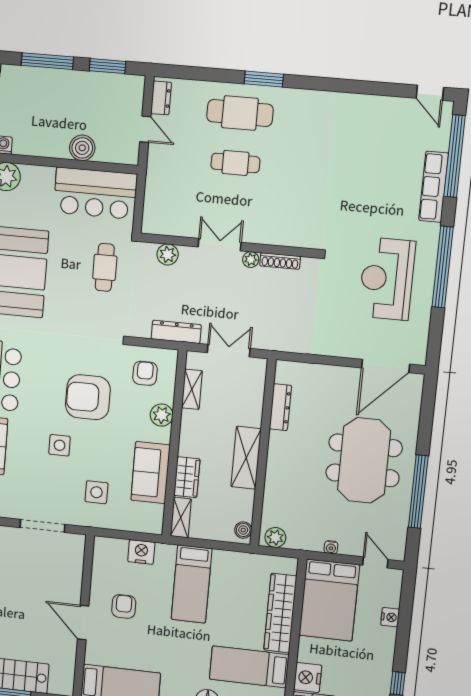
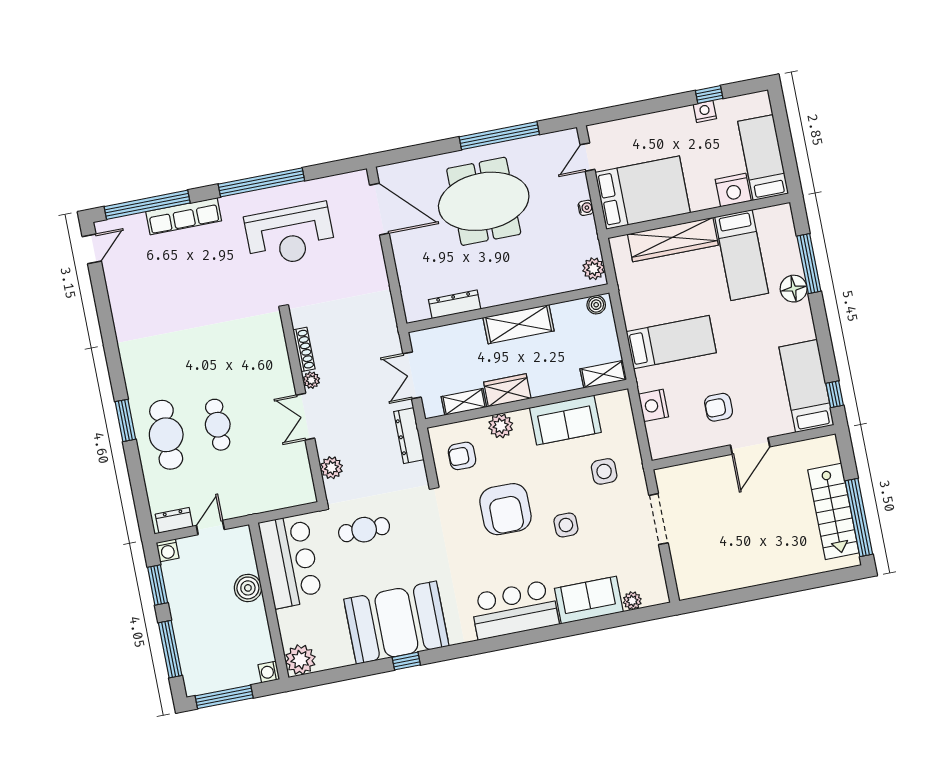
washing machine: (136, 84) -> (168, 550), added
wardrobe: (187, 477) -> (507, 390), moved
nightstand: (390, 617) -> (705, 111), moved

